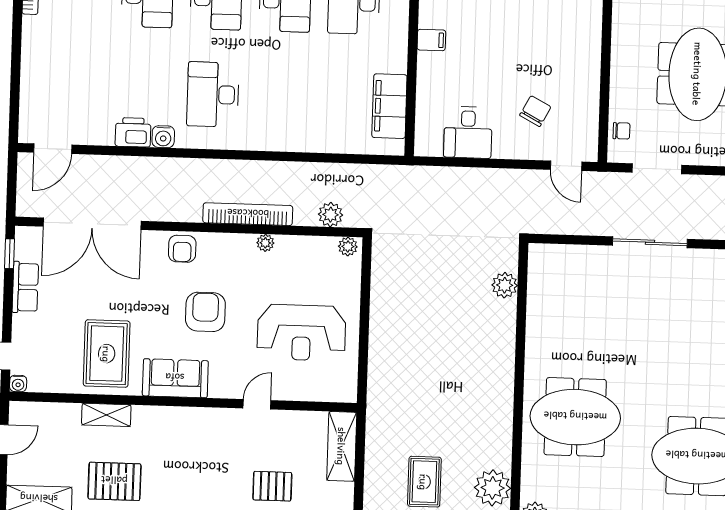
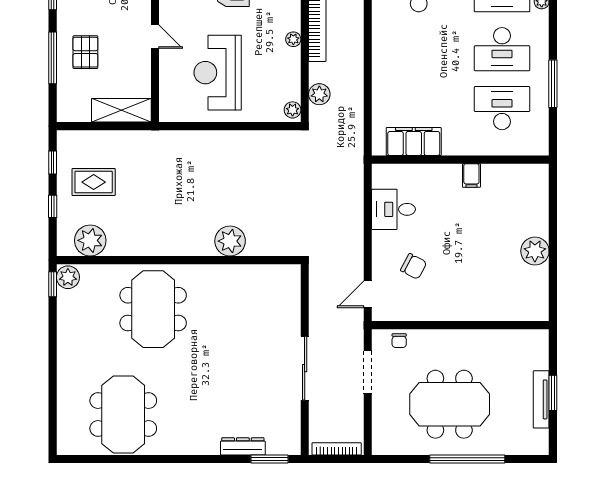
plant: (505, 285) -> (230, 241), moved, width x1.36, depth x1.36

